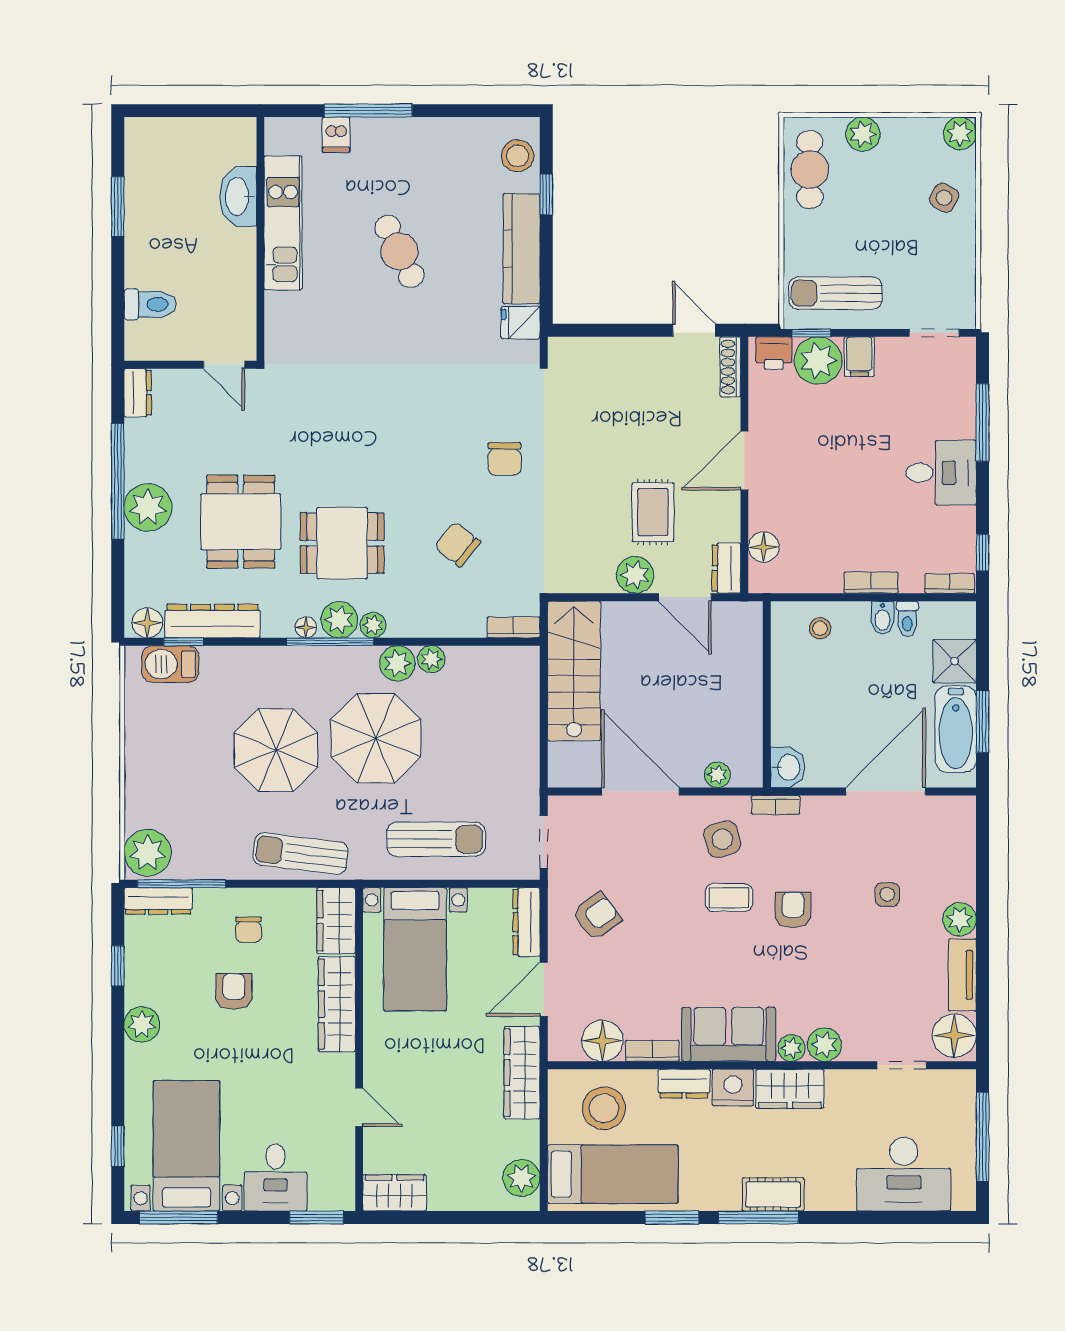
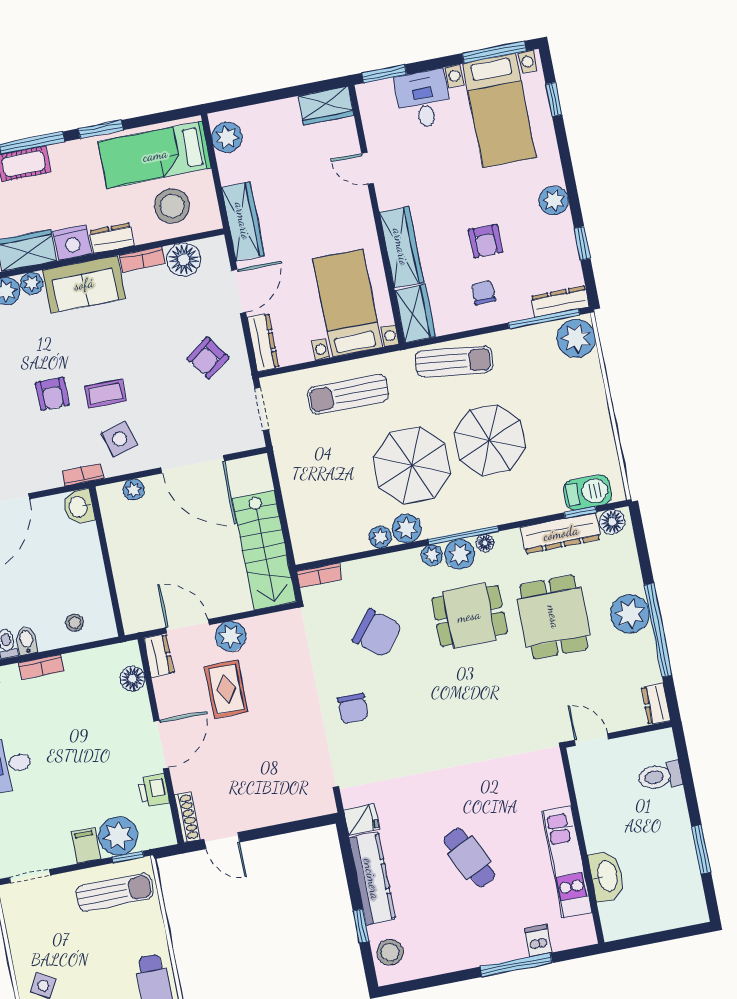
printer: (774, 353) -> (154, 791), moved, turned -90
chair: (505, 459) -> (353, 708), turned 180
chair: (457, 544) -> (377, 633), width x1.37, depth x1.37

